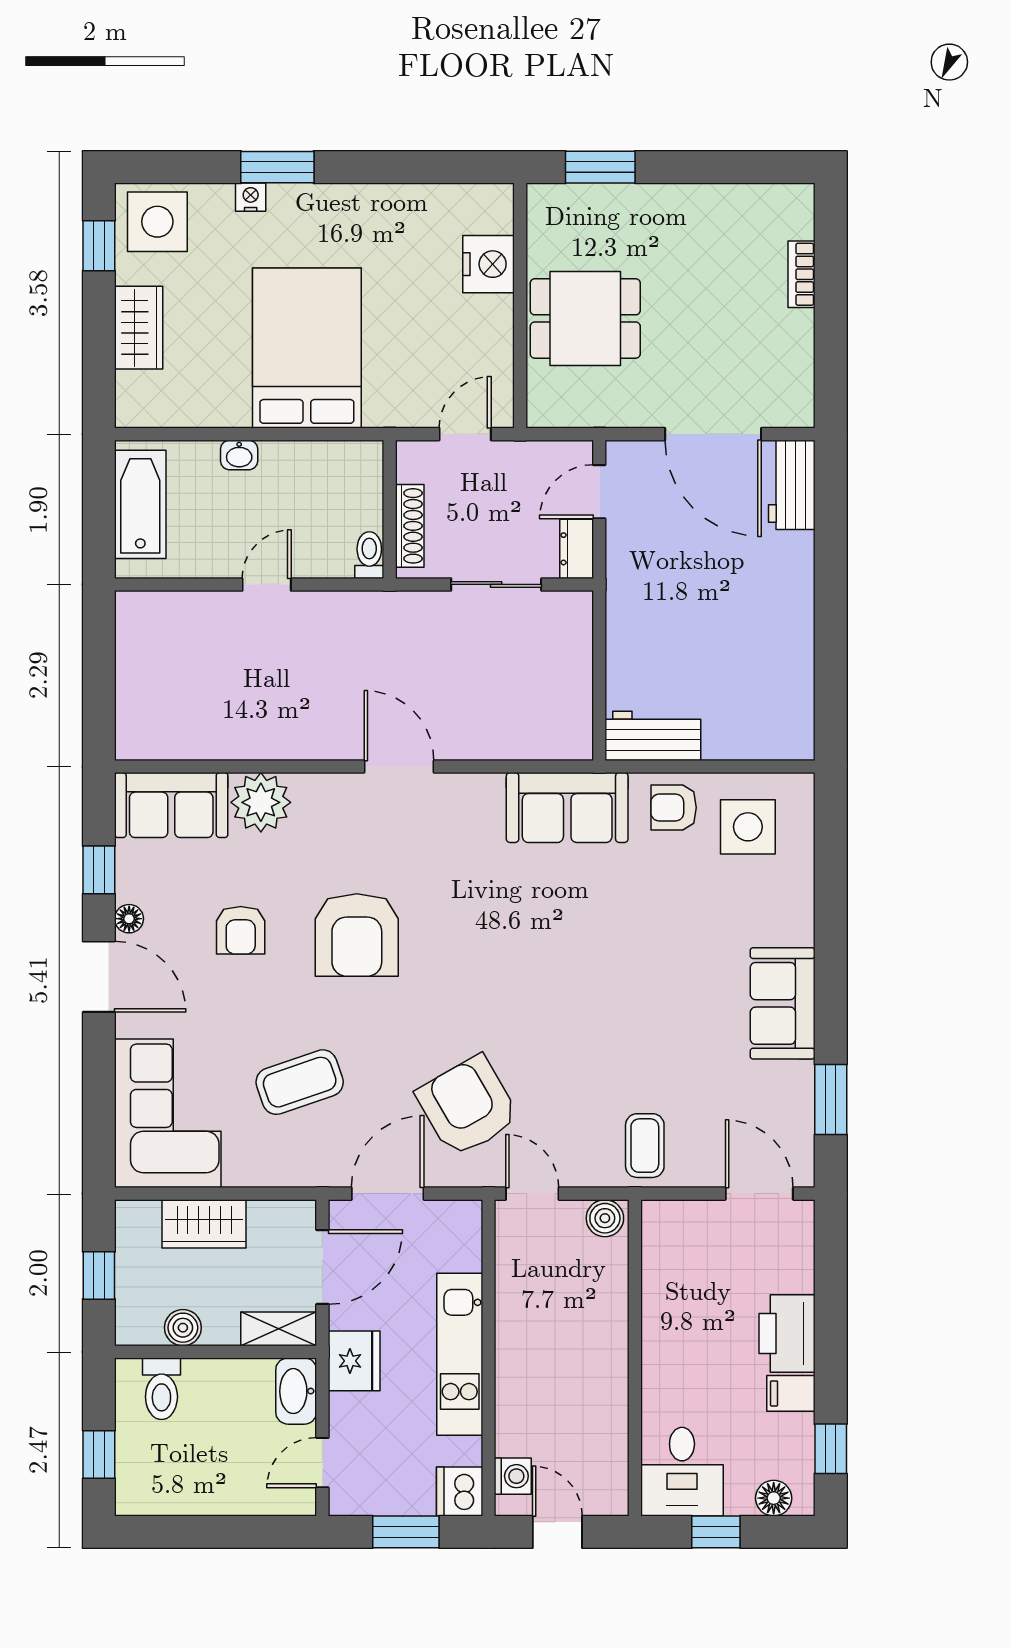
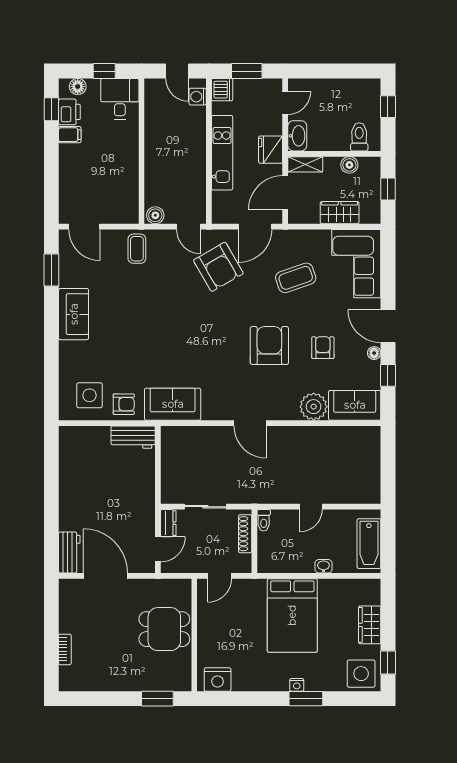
nightstand: (251, 197) -> (297, 685), moved
nightstand: (488, 264) -> (218, 680), moved, turned -90
printer: (787, 1333) -> (69, 112), moved, width x0.73, depth x0.84

